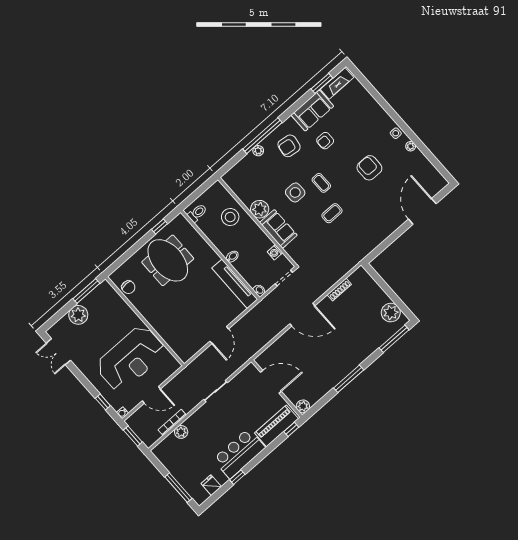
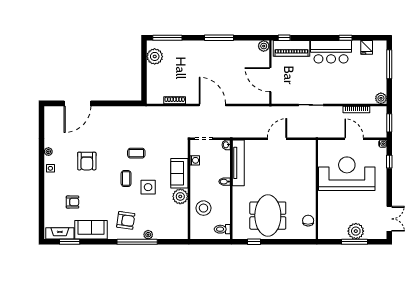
armchair: (325, 141) -> (73, 202), moved
window: (86, 291) -> (355, 242), moved
plant: (181, 432) -> (381, 98), moved

